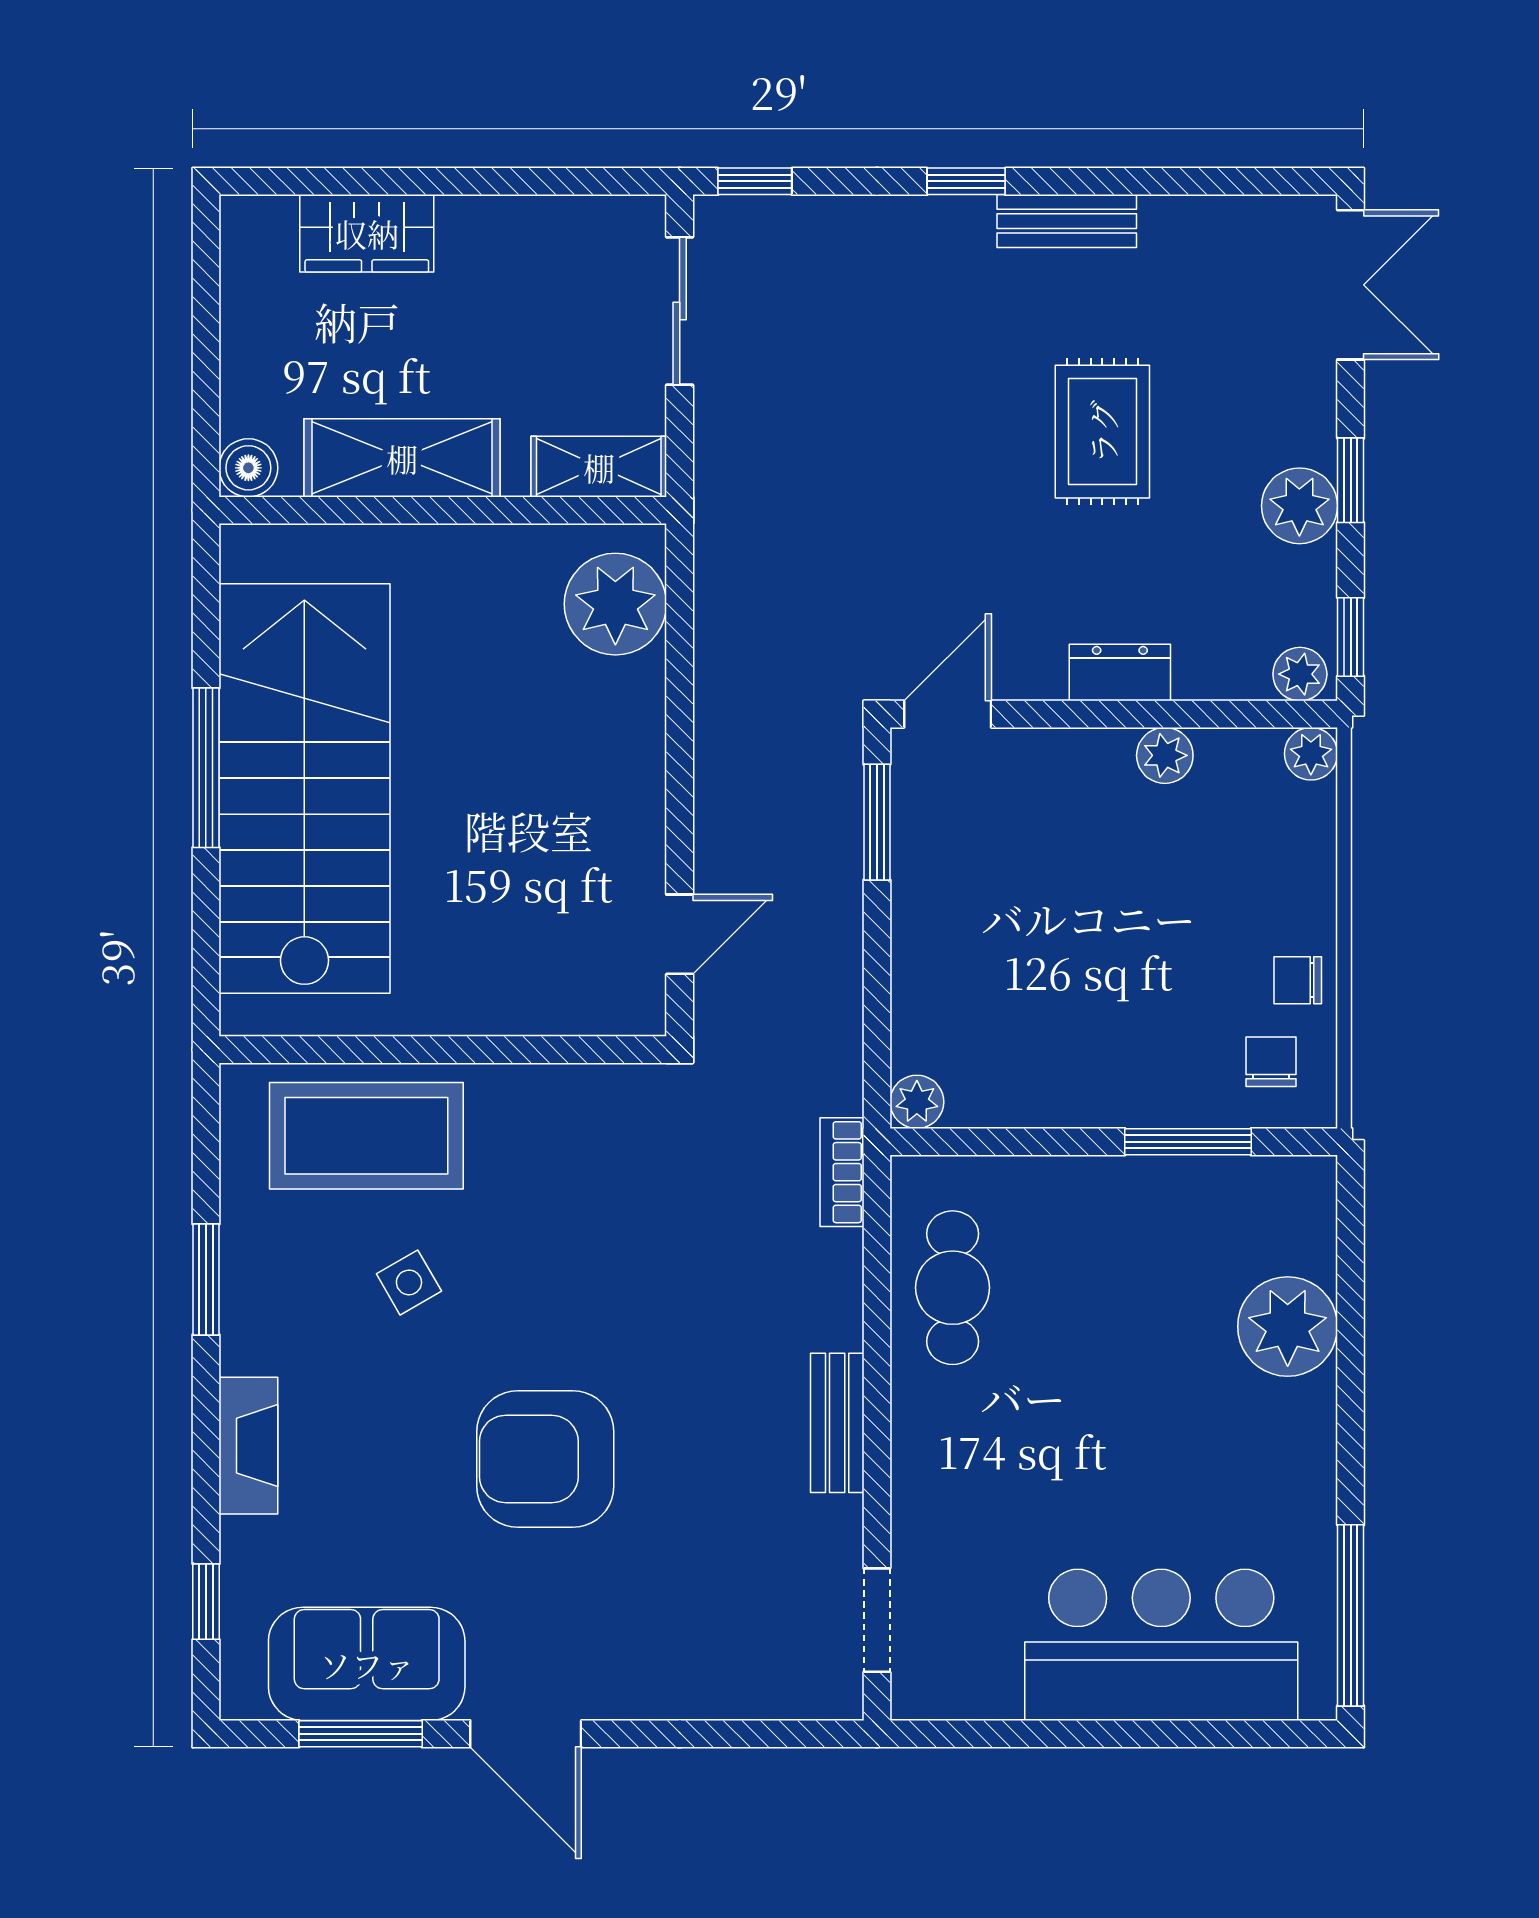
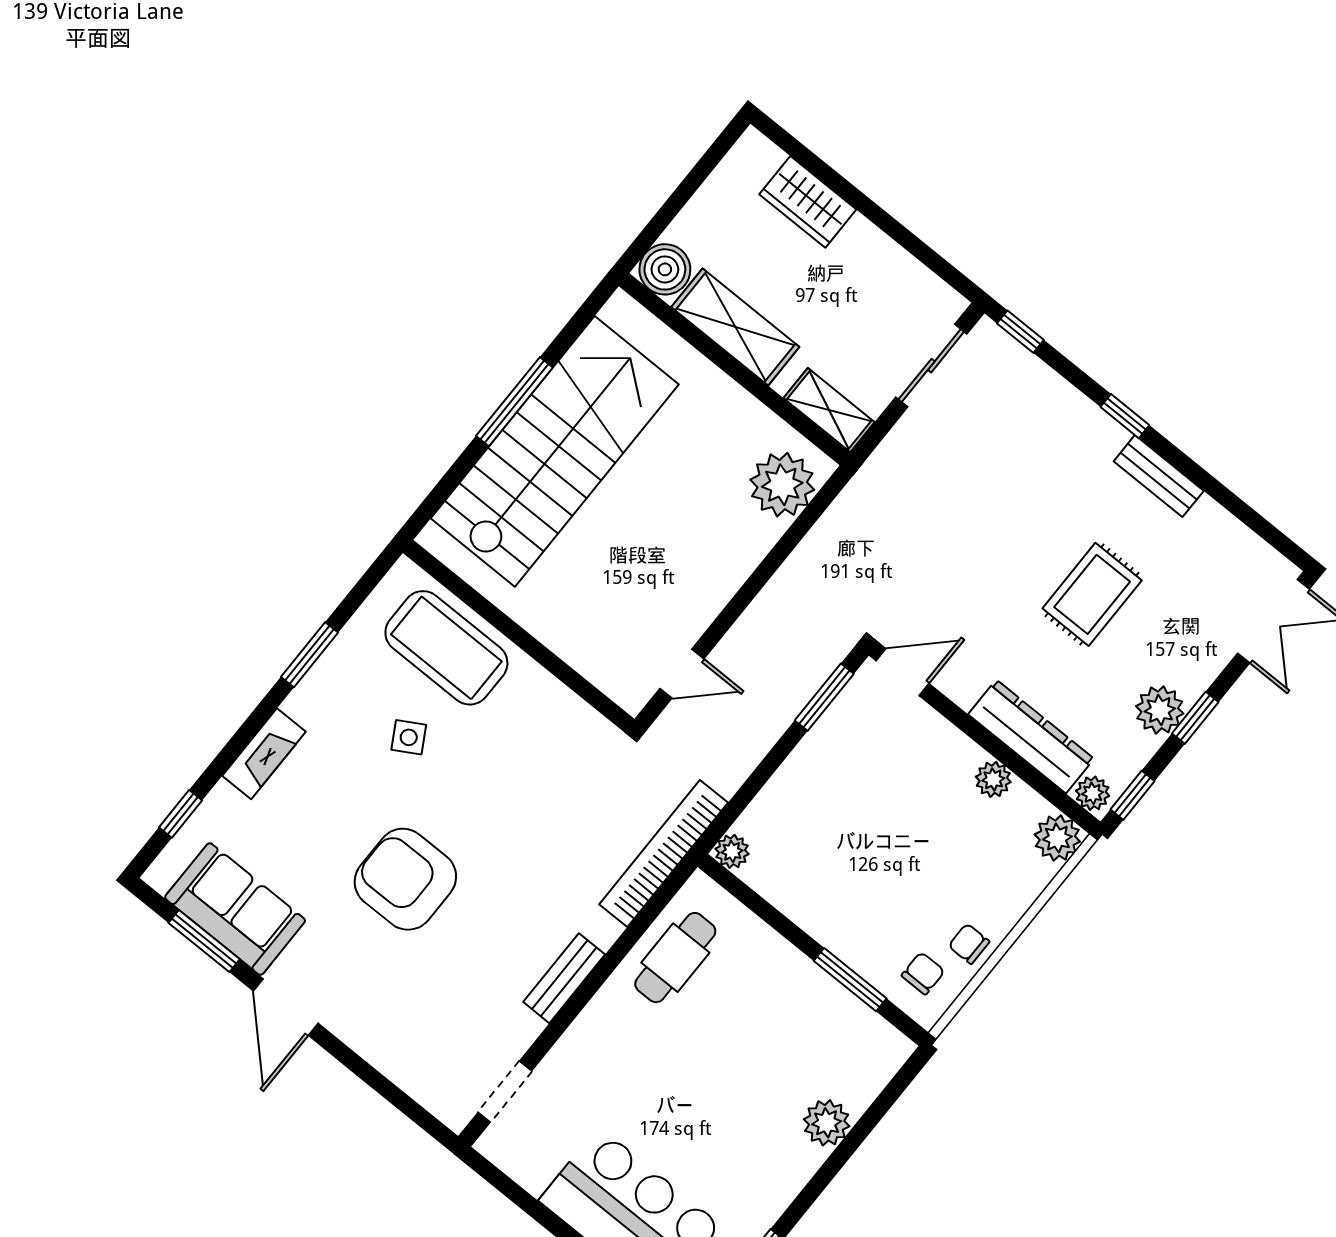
boiler: (248, 468) -> (665, 269), width x1.36, depth x1.36
dresser: (1120, 673) -> (1031, 737), width x1.96, depth x1.24
plant: (1311, 754) -> (1057, 838), width x1.38, depth x1.38
bookcase: (842, 1172) -> (664, 853), width x2.31, depth x1.31
plant: (1288, 1327) -> (827, 1123), width x0.73, depth x0.73

